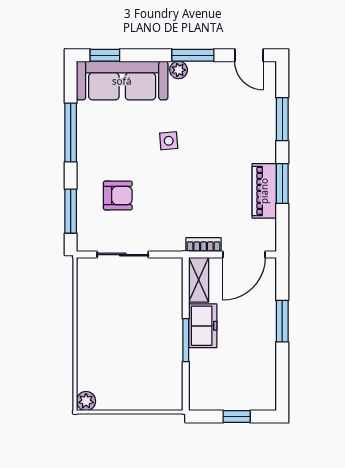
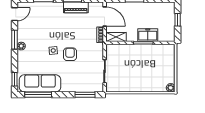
sofa: (122, 81) -> (40, 83), moved, turned -90
window: (71, 133) -> (38, 95), moved
armchair: (118, 195) -> (70, 54), moved
freezer: (203, 326) -> (148, 35), moved

